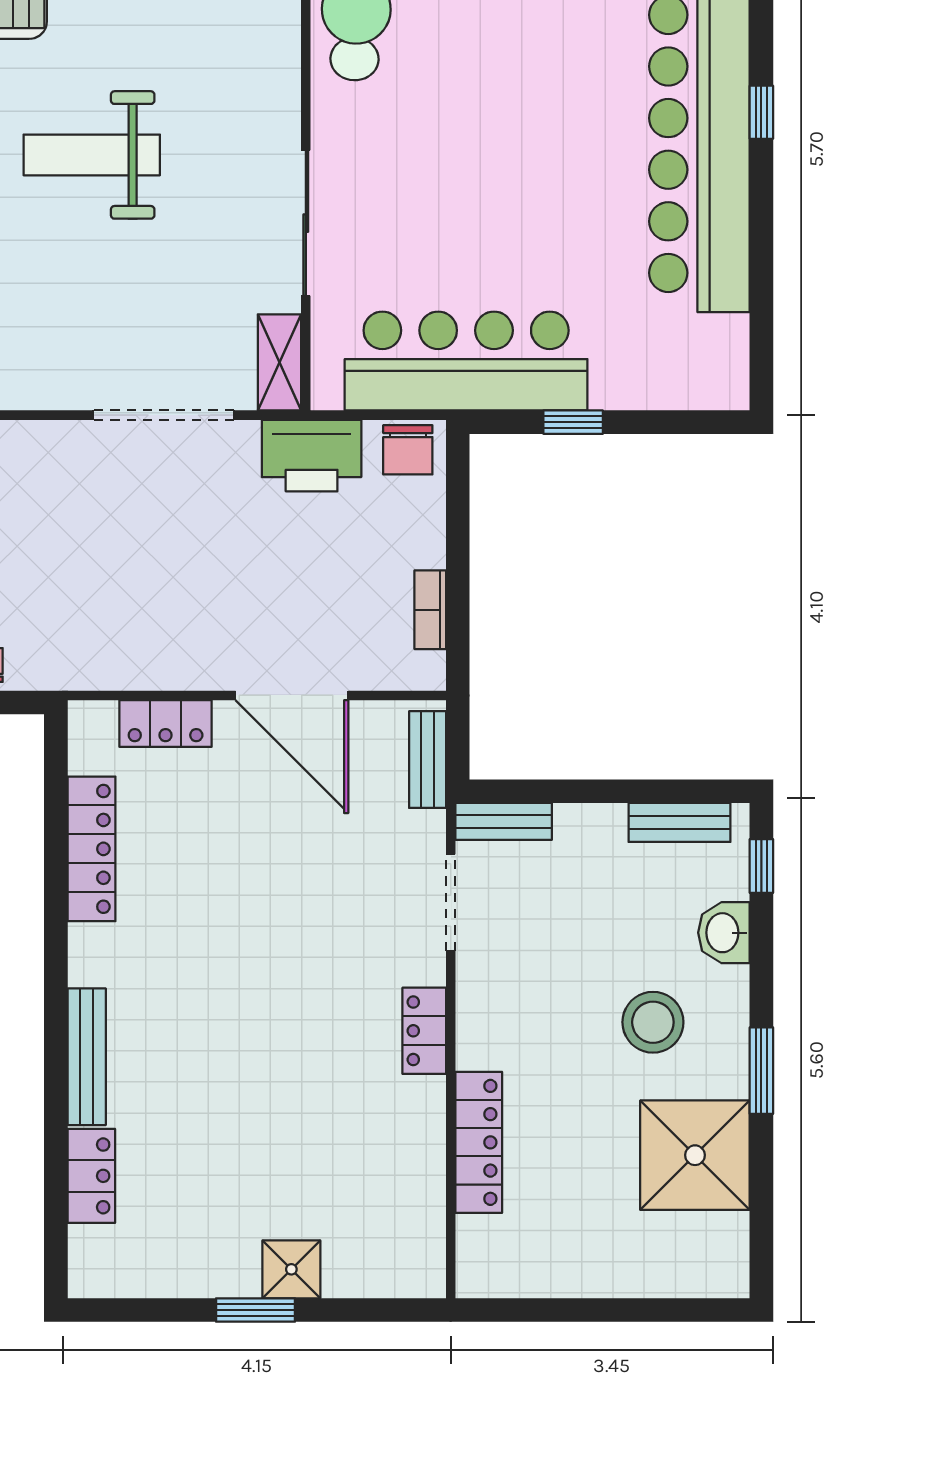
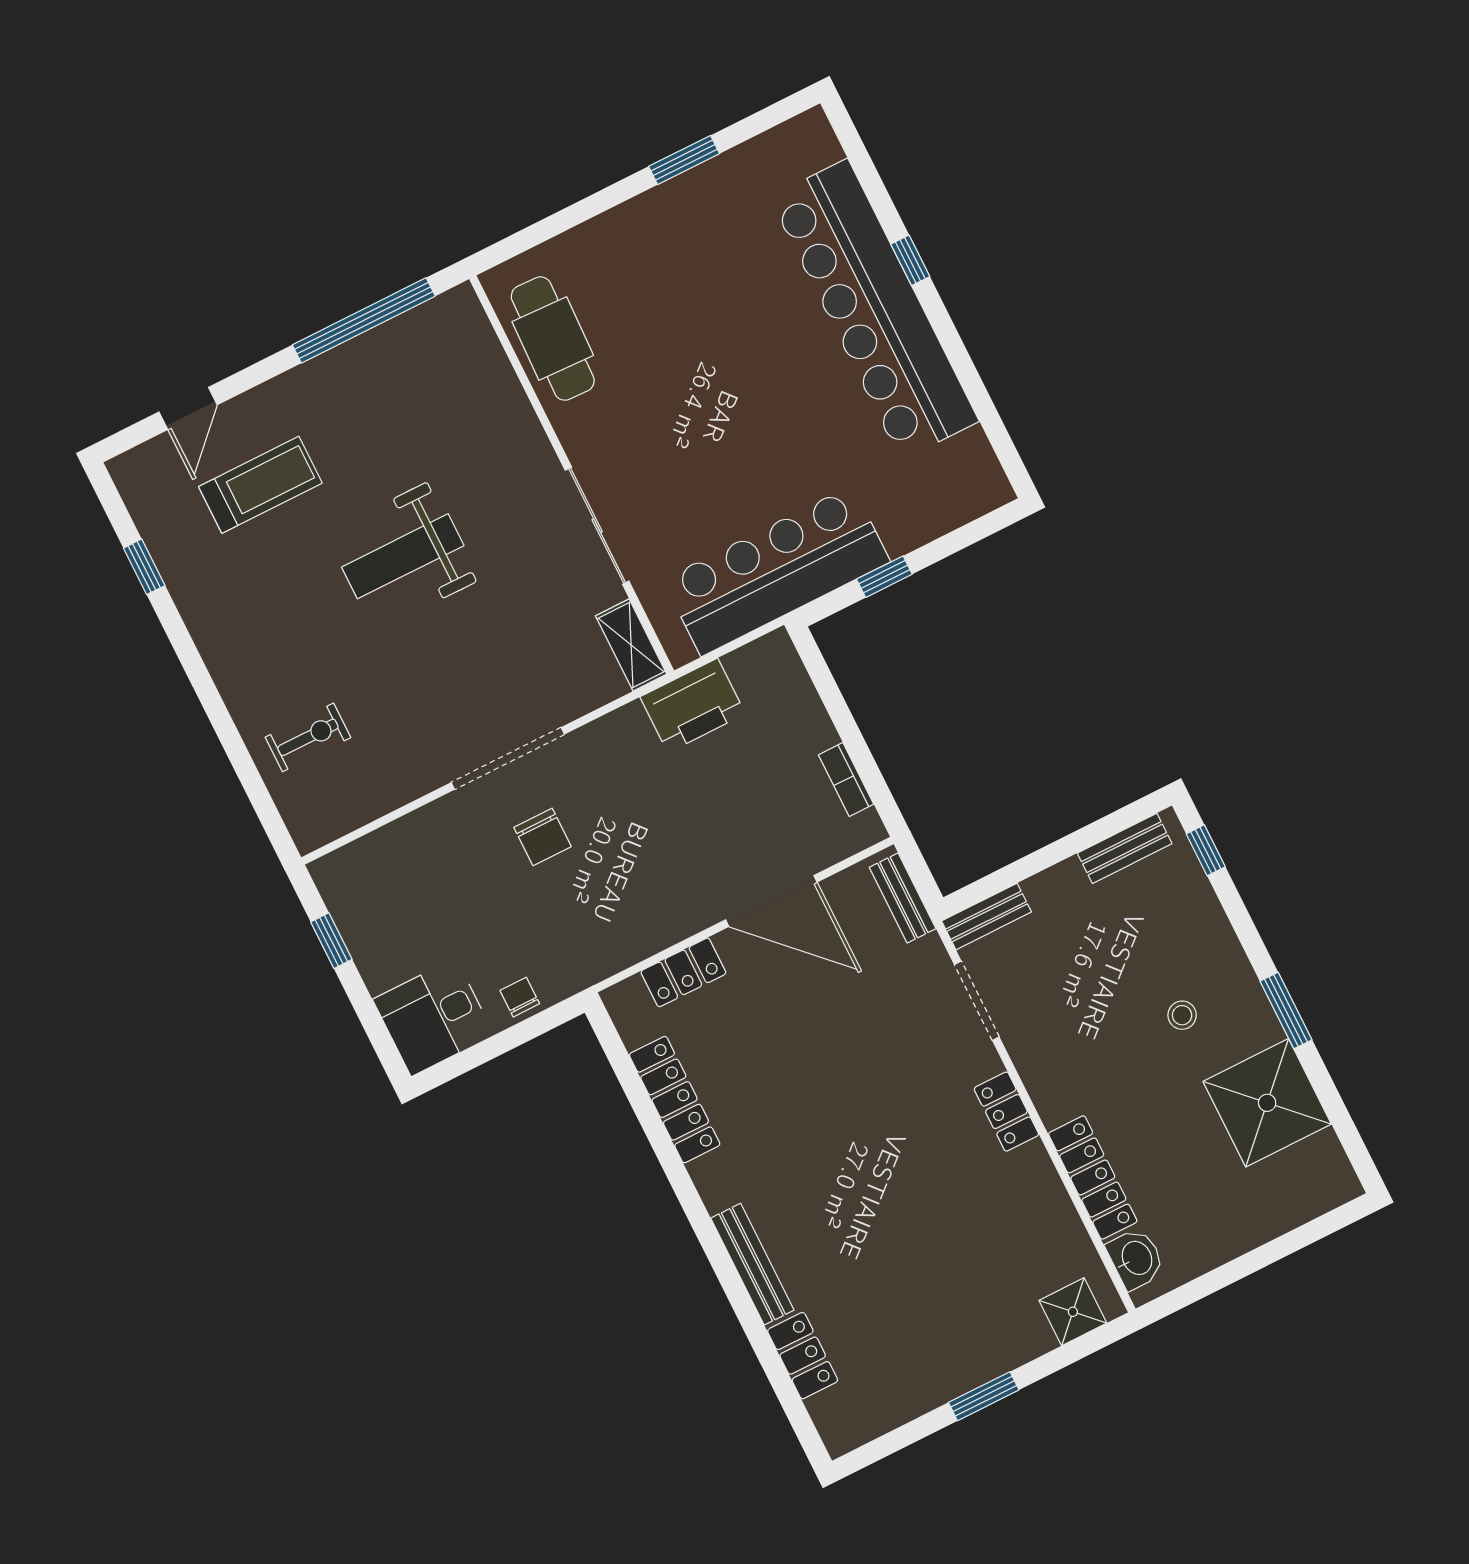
doorway: (164, 415) -> (508, 758), moved
chair: (408, 450) -> (543, 837), moved
washbasin: (724, 933) -> (1136, 1259), moved, turned 180
stool: (653, 1022) -> (1182, 1015), width x0.53, depth x0.53
shower: (291, 1269) -> (1073, 1312), moved

